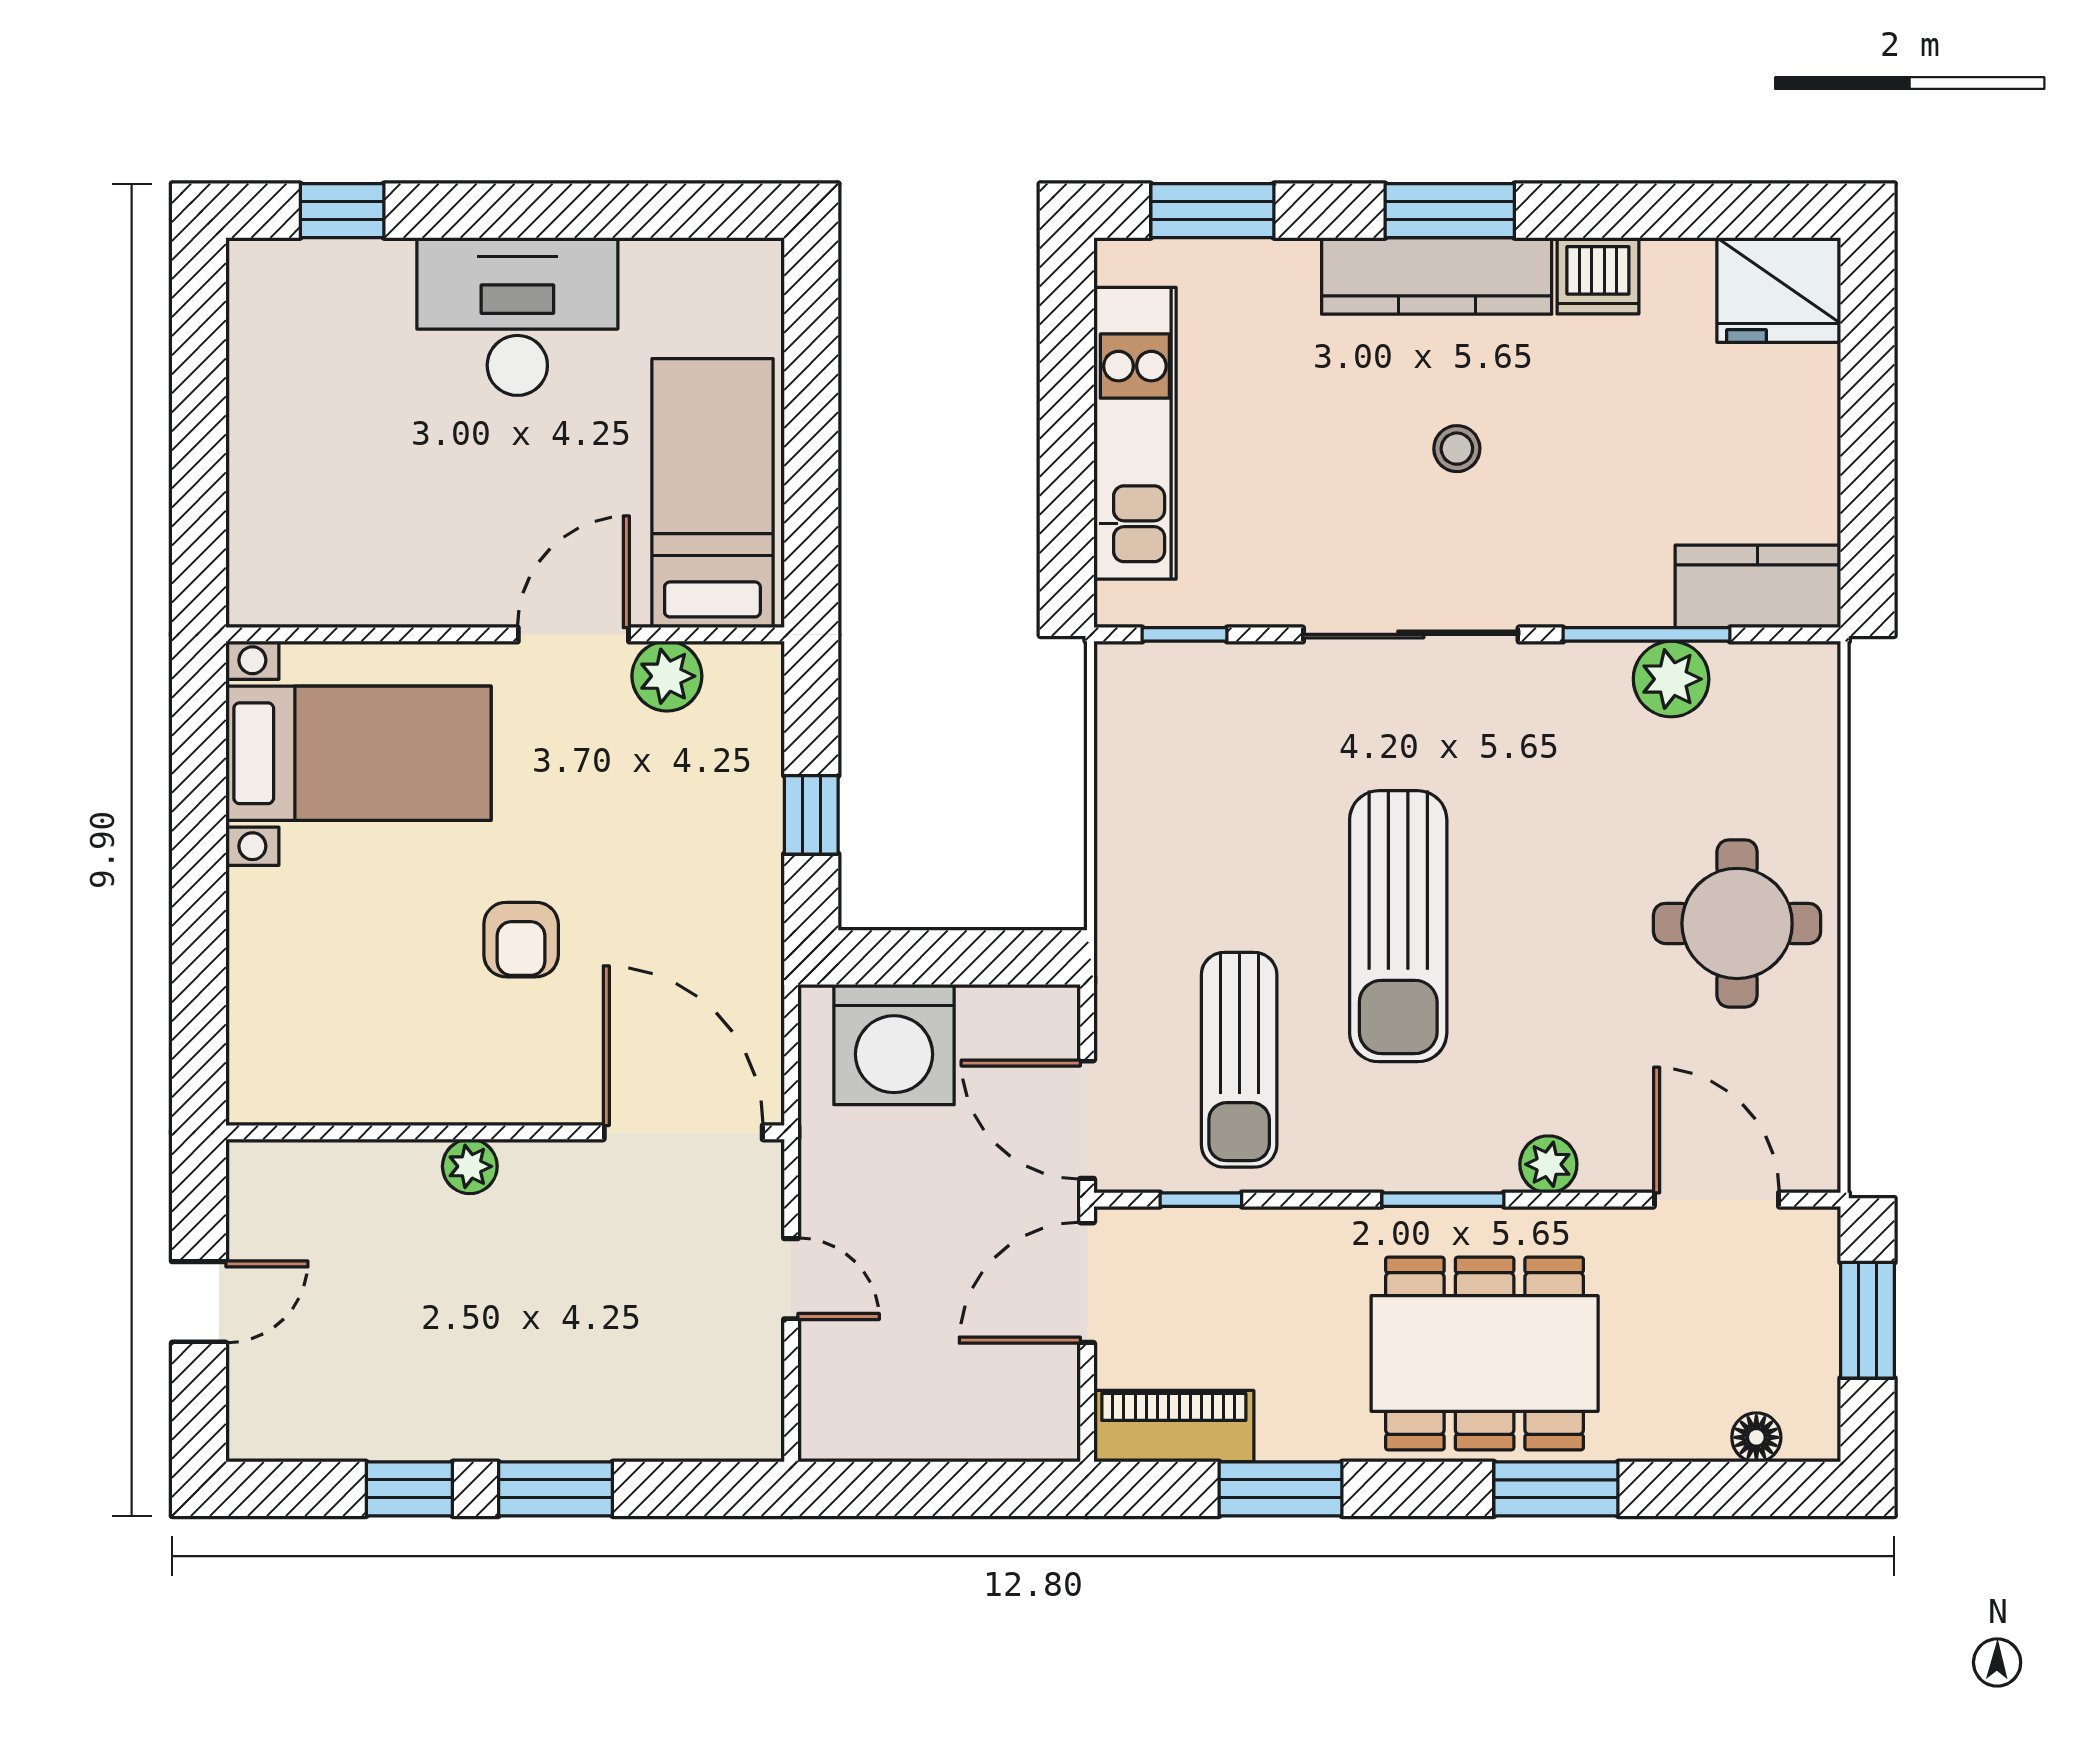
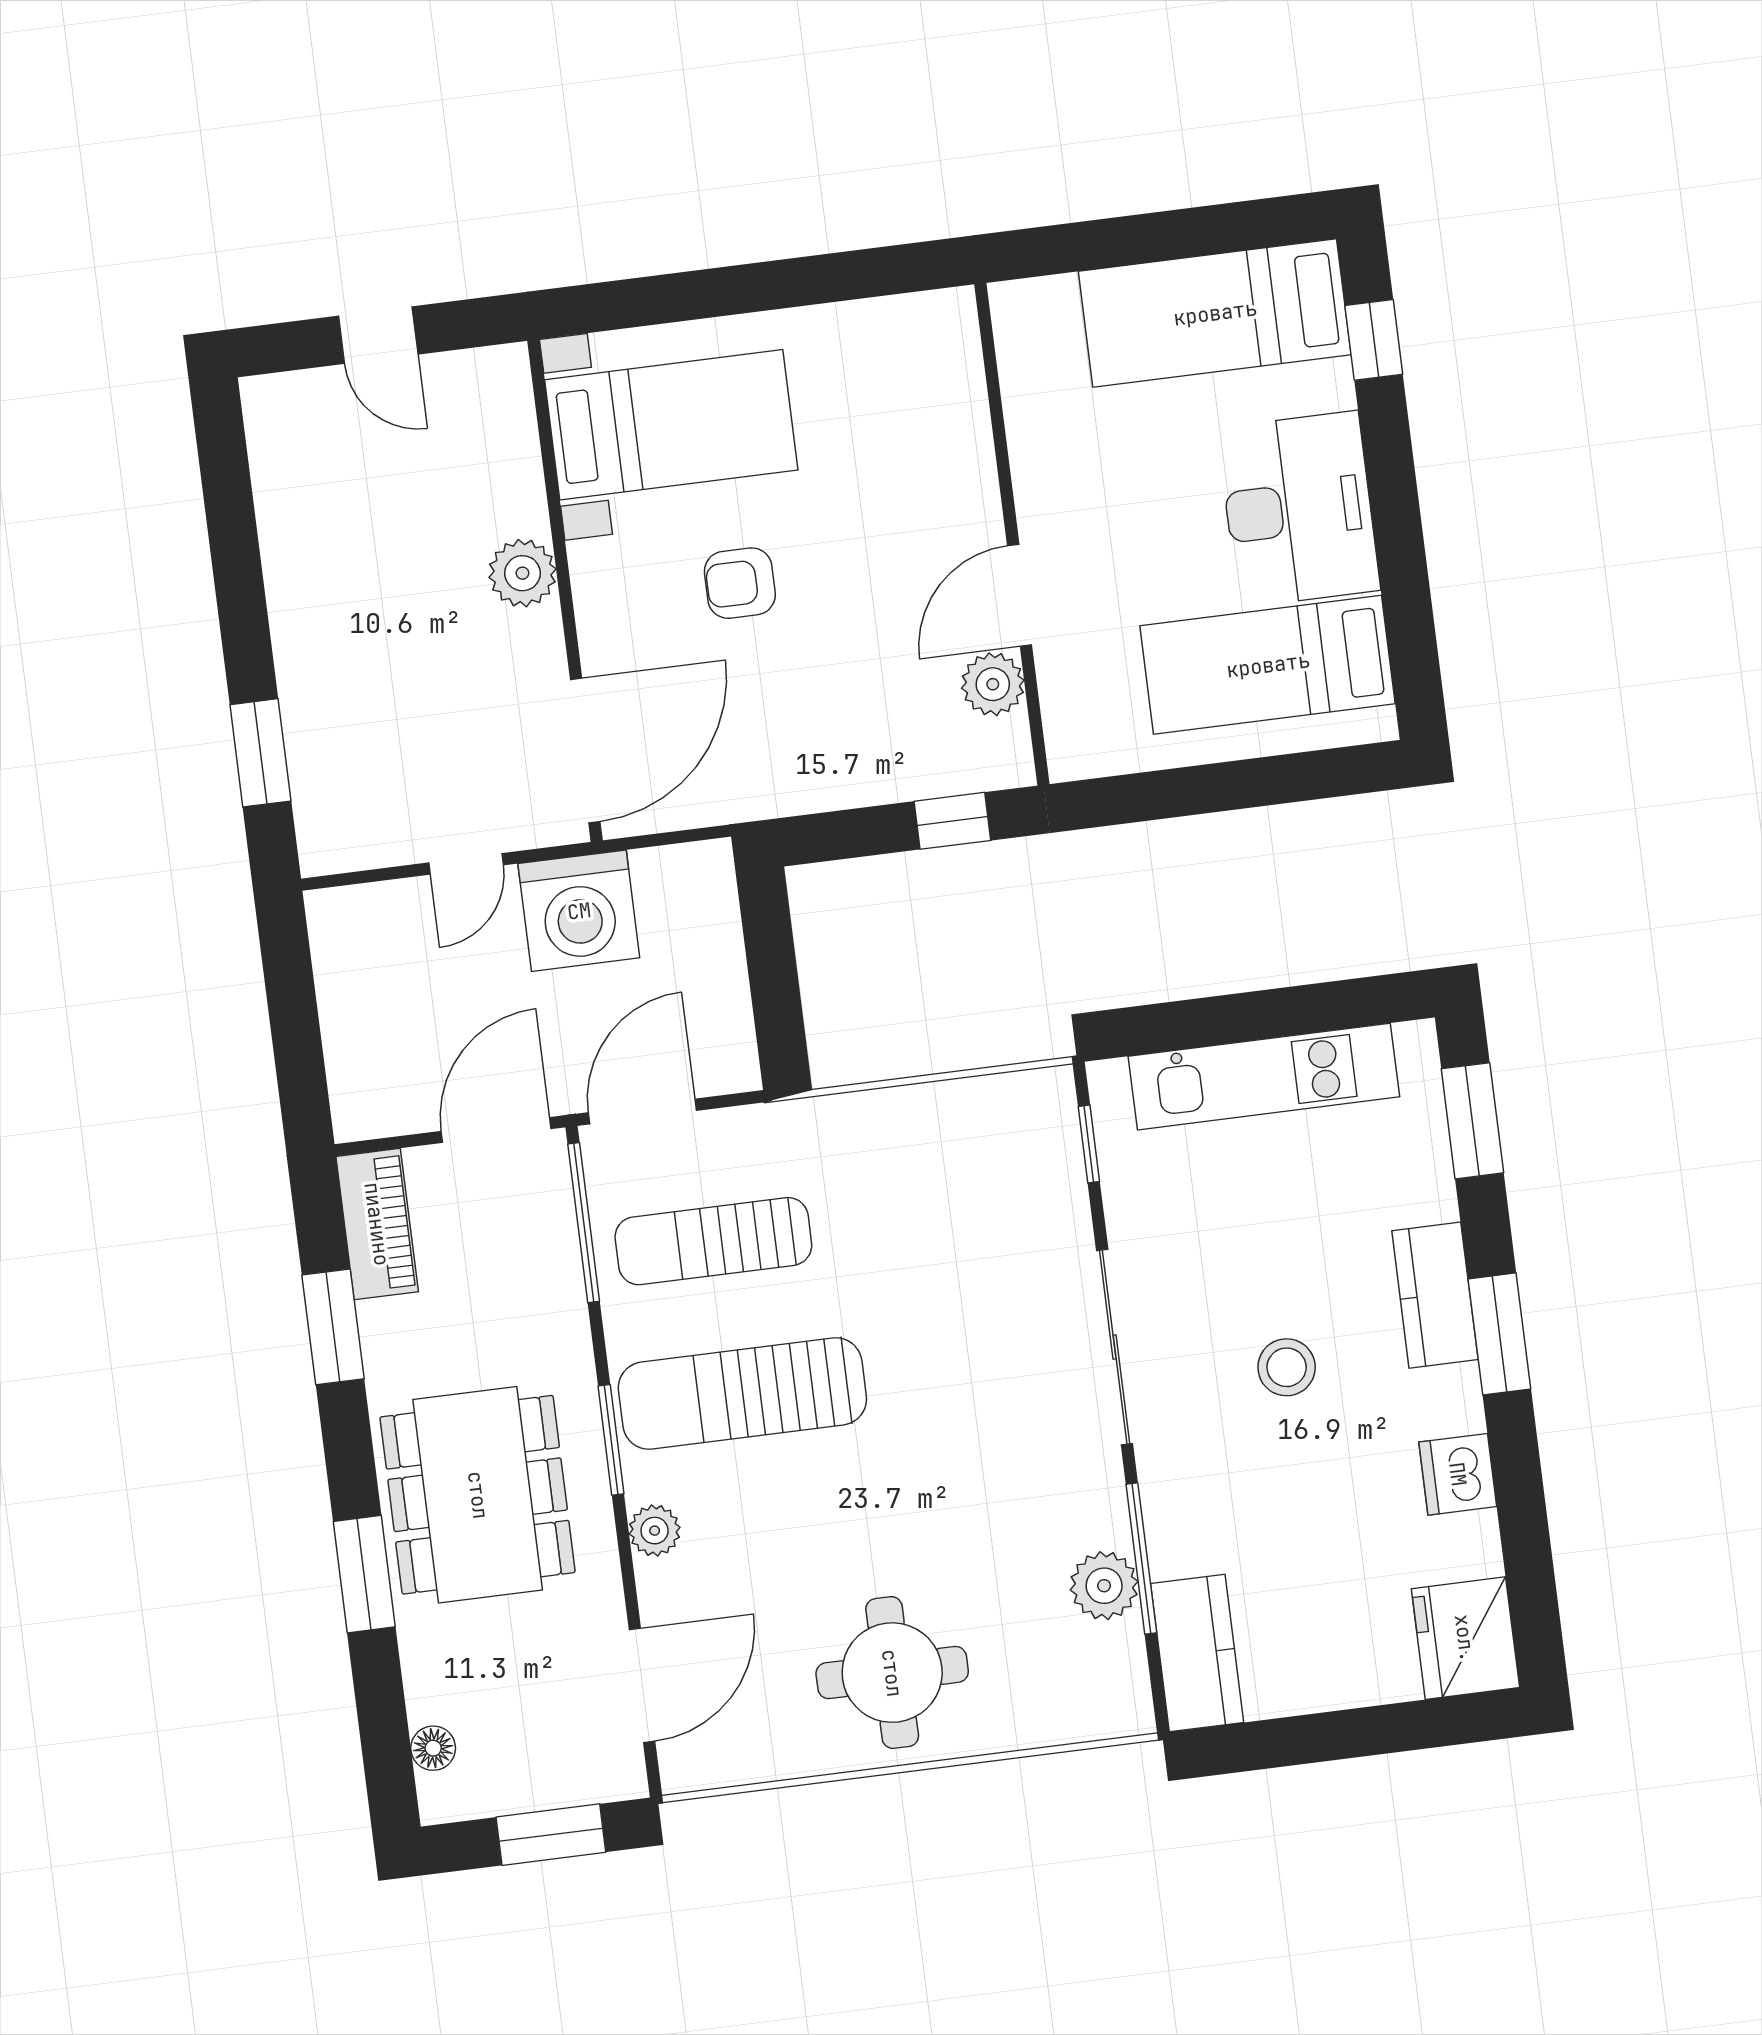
kitchen counter: (1437, 276) -> (1435, 1295), width x0.67
bed: (291, 381) -> (1215, 313), added
stool: (1457, 449) -> (1287, 1367), width x1.37, depth x1.37
bed: (712, 493) -> (1268, 665), moved, turned 180
door: (573, 634) -> (1020, 595), swing flipped
bed with nightstands: (358, 753) -> (671, 425), moved, turned -90
window: (811, 815) -> (952, 821), moved
sun lounger: (1398, 926) -> (742, 1393), moved
washing machine: (894, 1045) -> (579, 911), moved, turned -90
plant: (470, 1166) -> (522, 573), width x1.38, depth x1.38
window: (1201, 1200) -> (584, 1223), width x2.17
door: (1087, 1283) -> (496, 1130), hinge flipped
window: (409, 1489) -> (234, 545), removed
window: (556, 1489) -> (260, 753), moved

